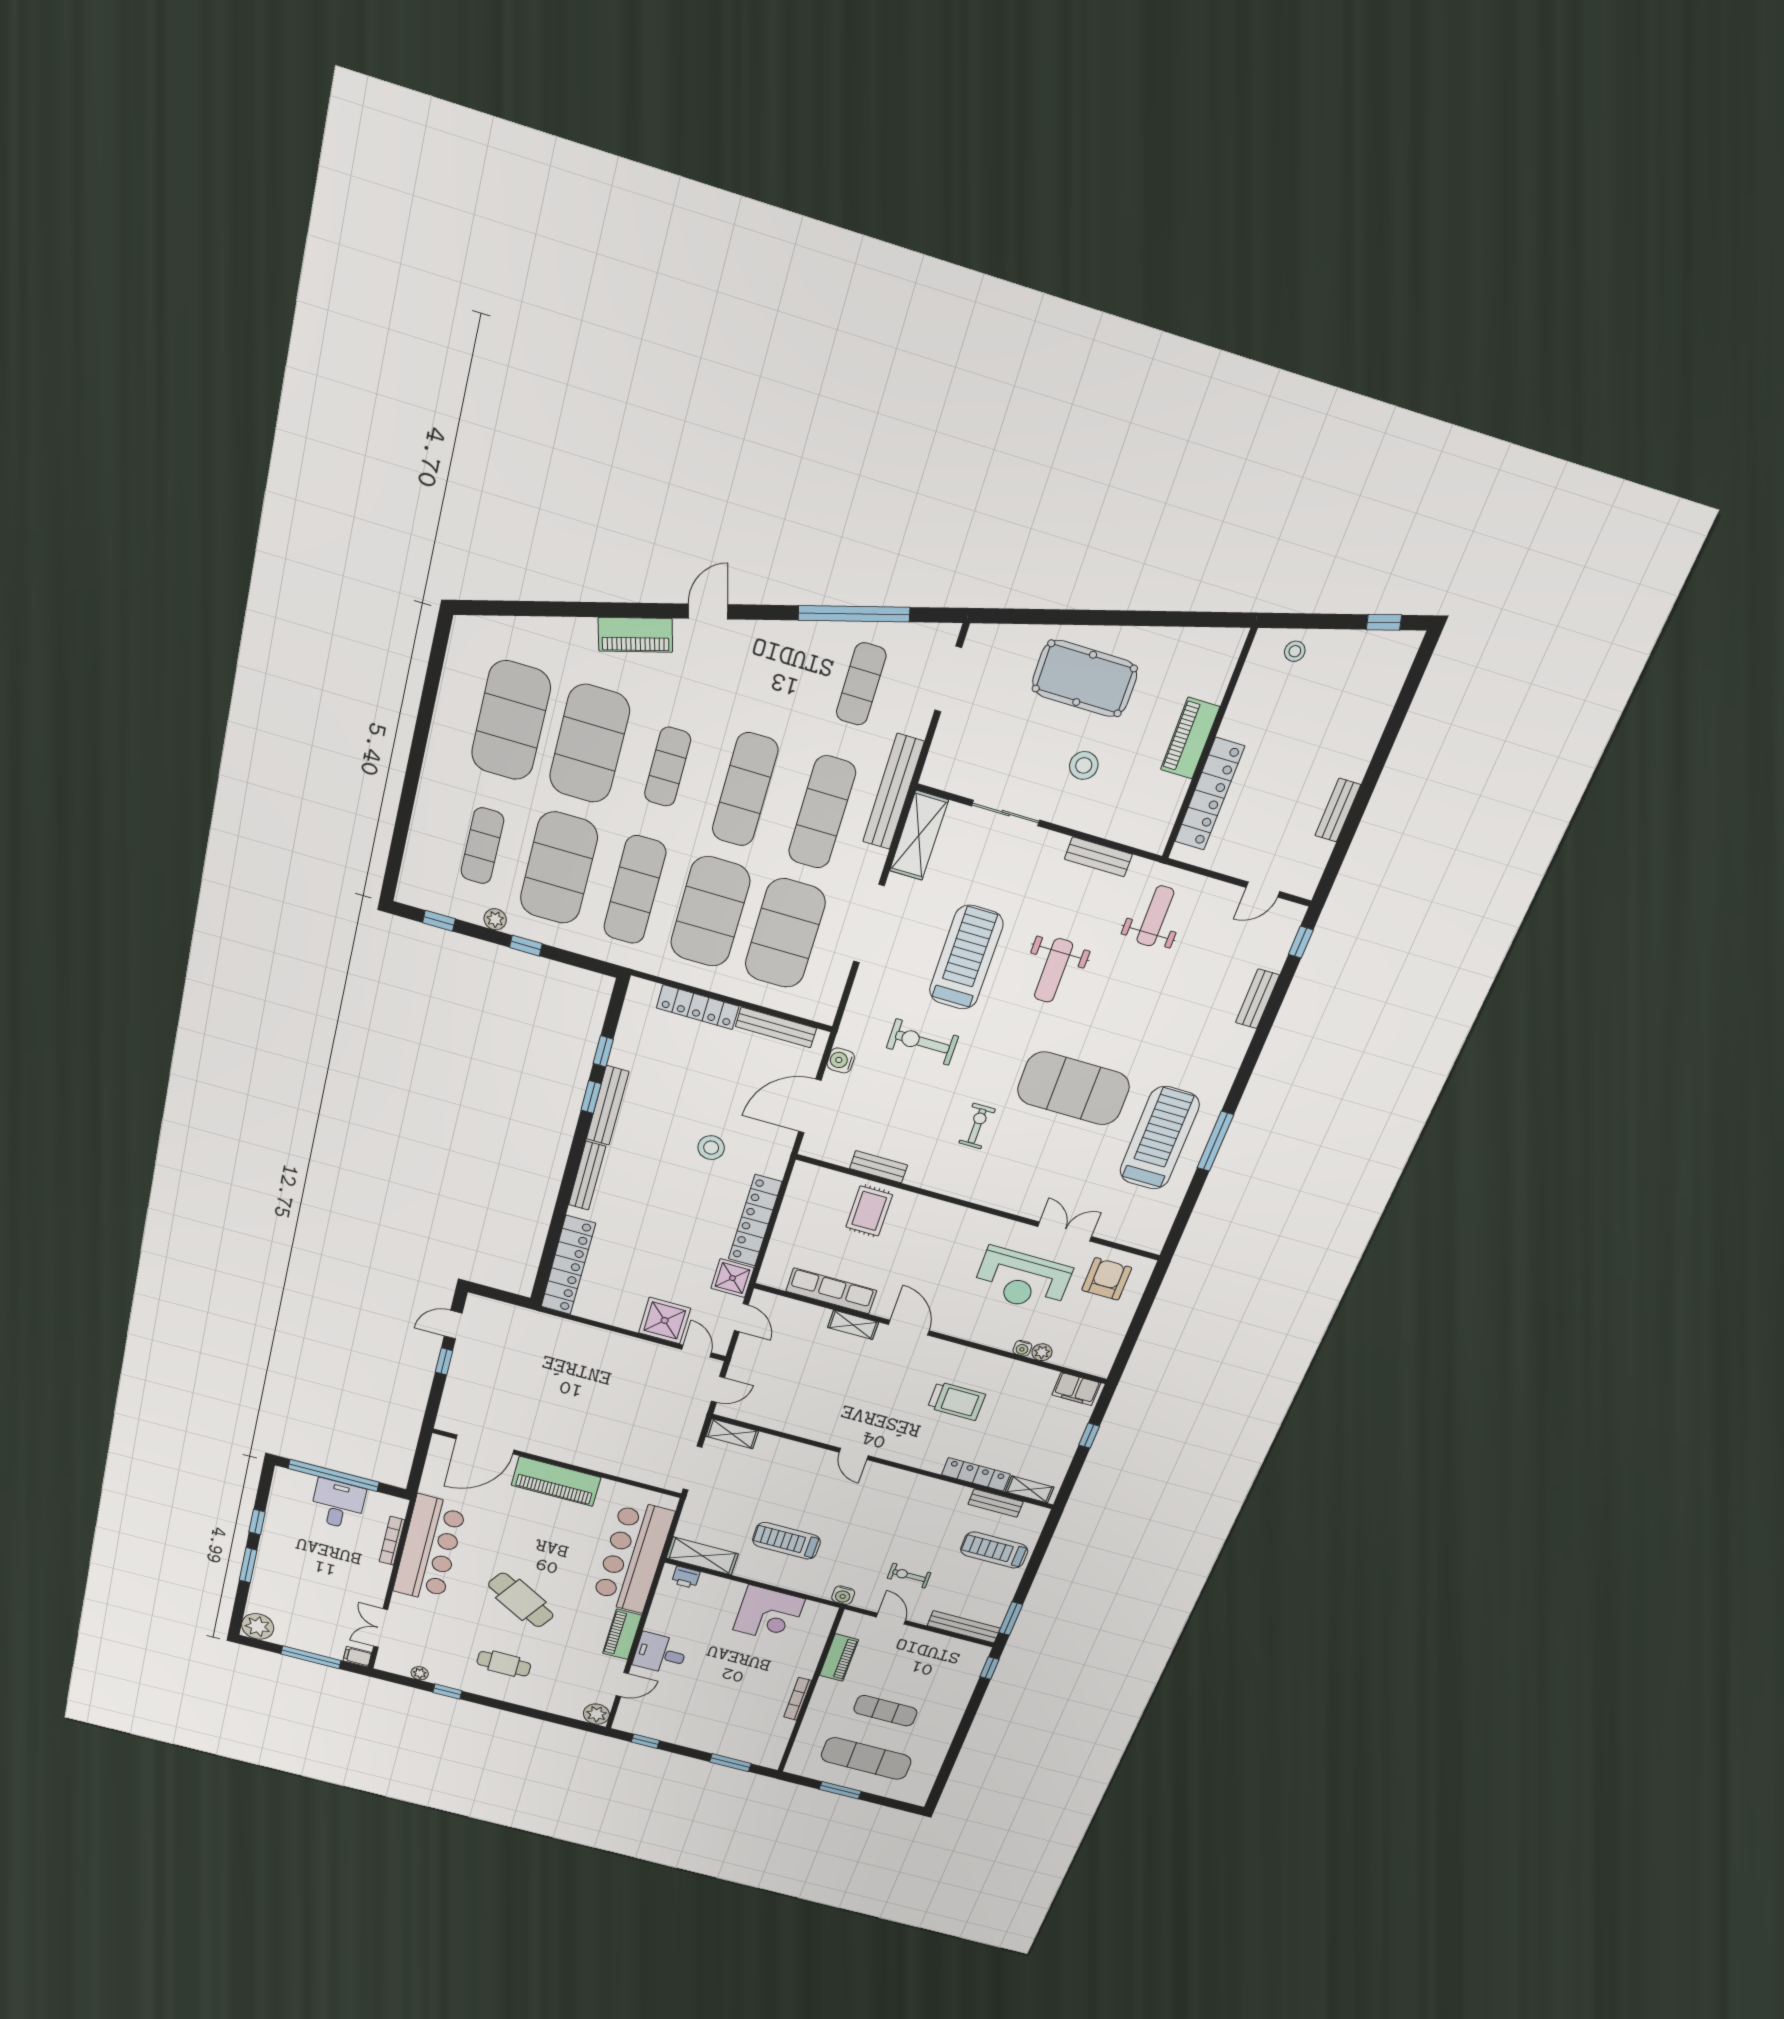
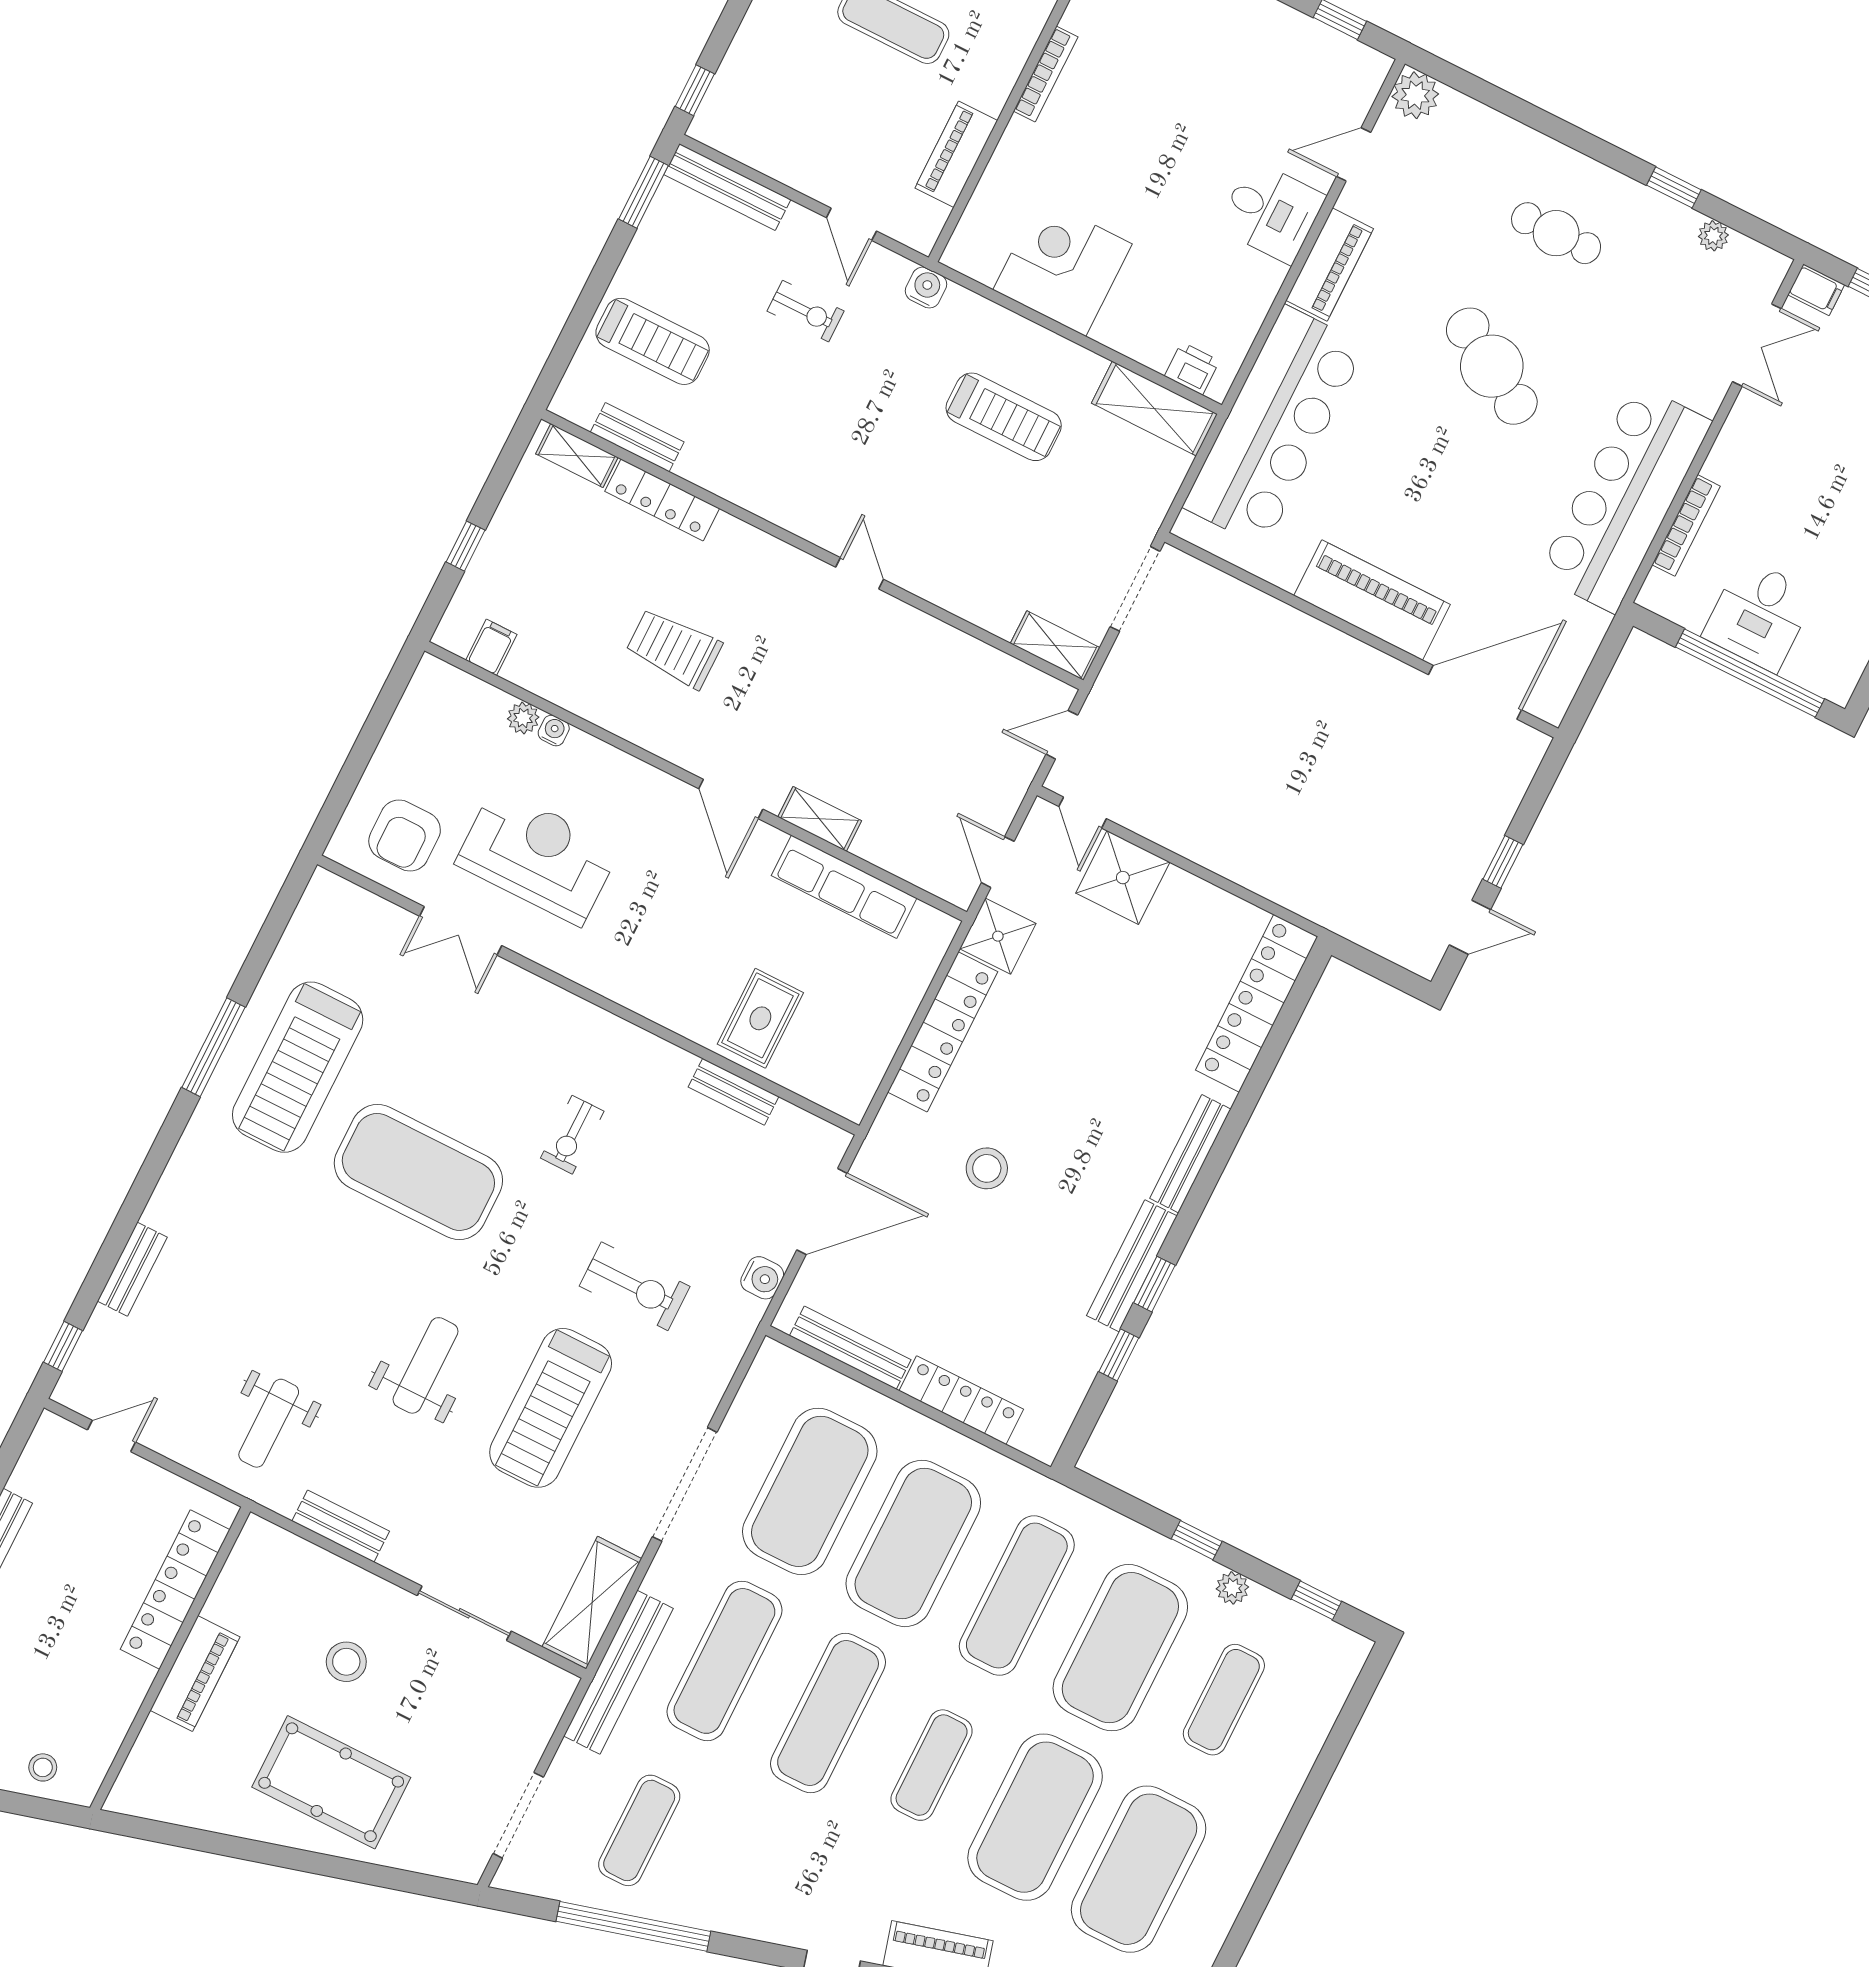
filing cabinet: (1076, 1389) -> (491, 647), width x0.50

